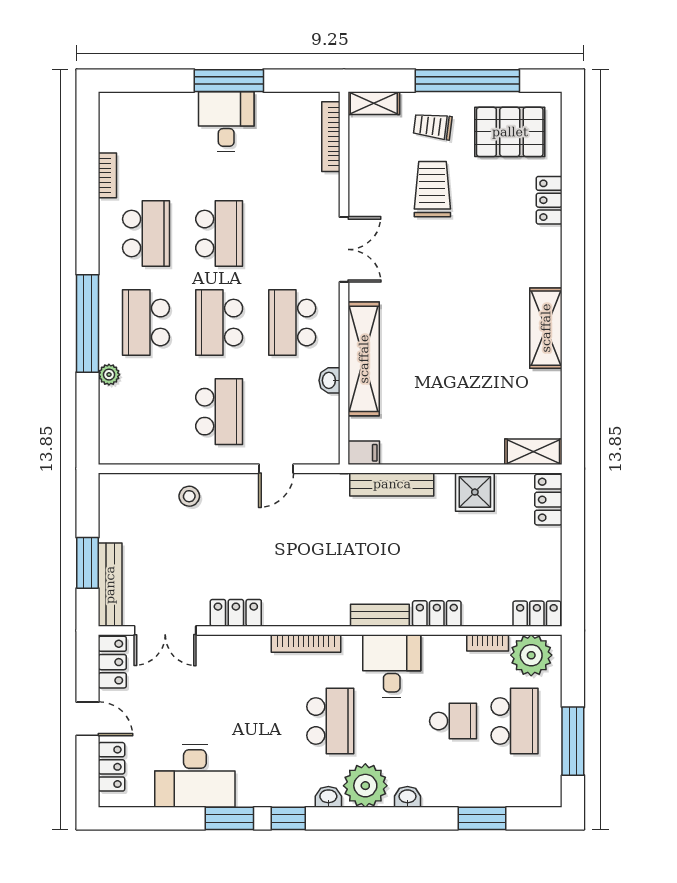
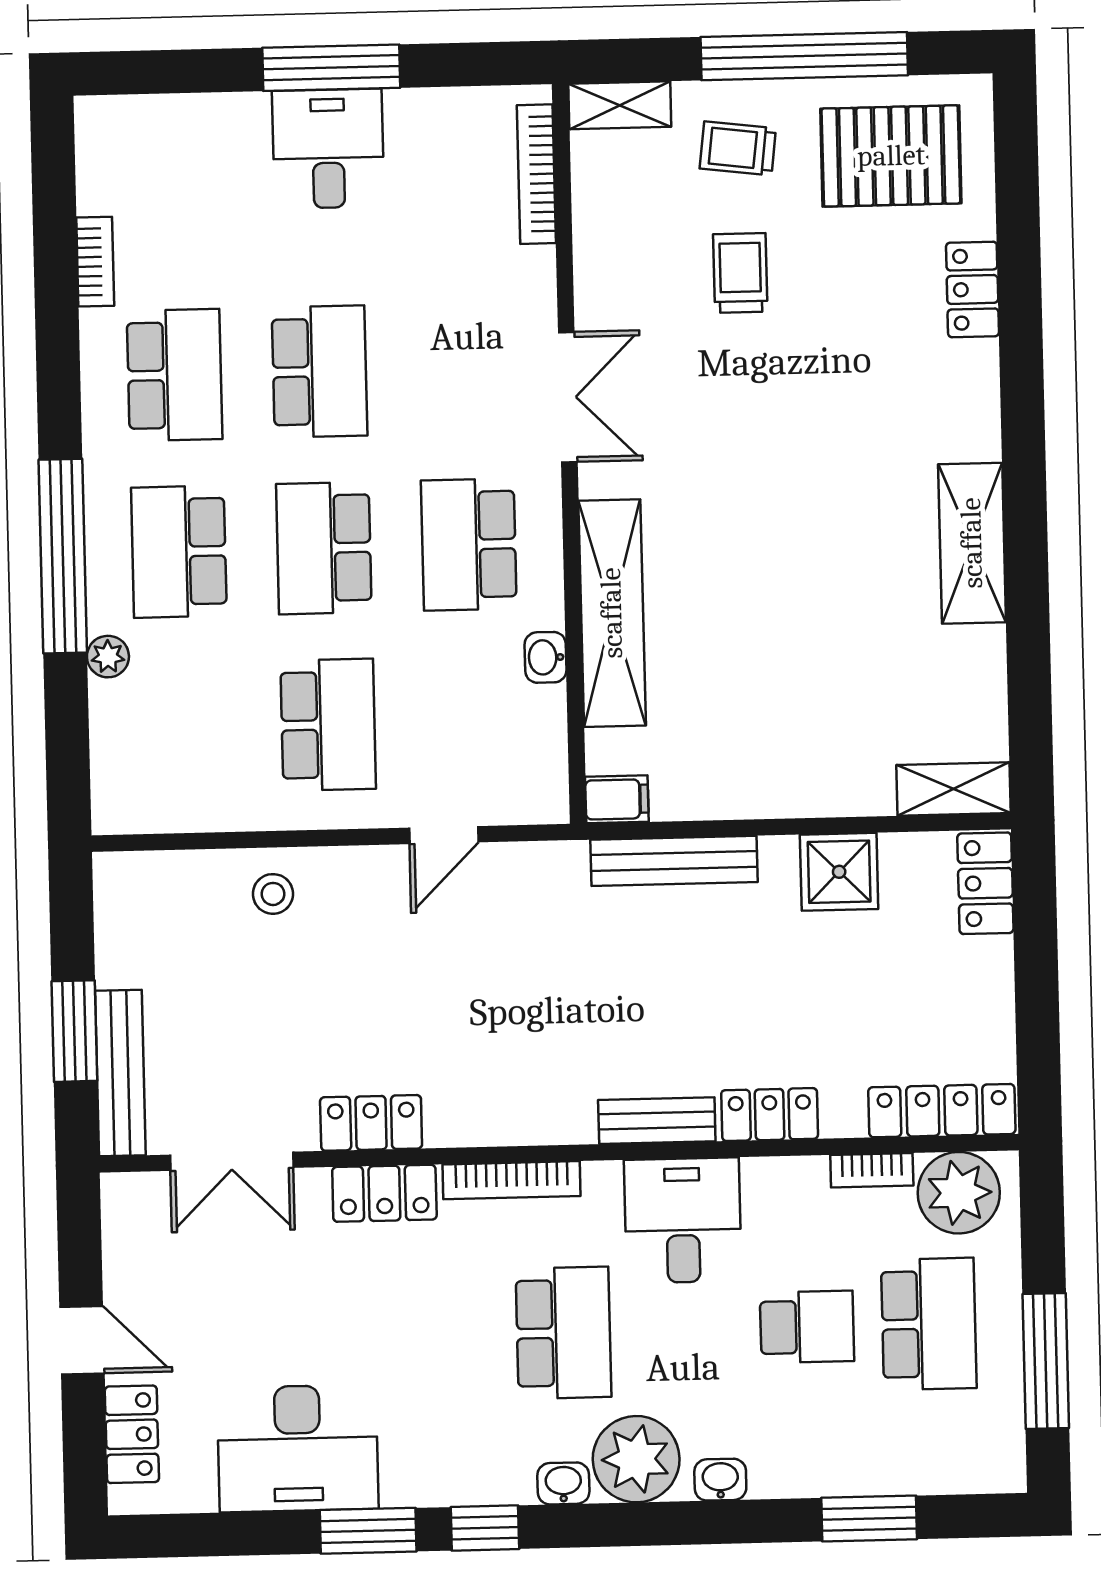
trolley: (432, 189) -> (740, 273), width x0.73, depth x0.72
locker: (537, 614) -> (942, 1111), width x1.53
locker: (112, 662) -> (384, 1193), moved, turned 90

